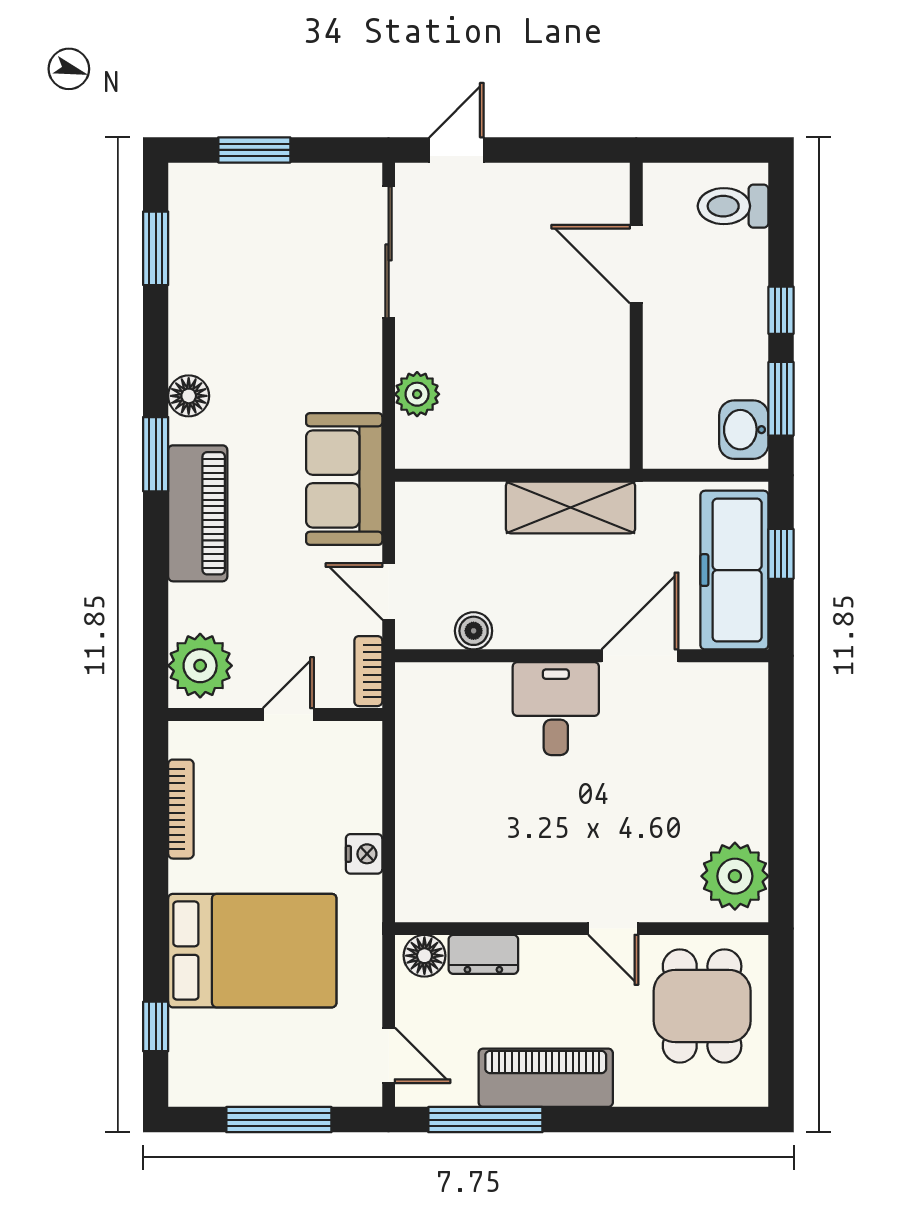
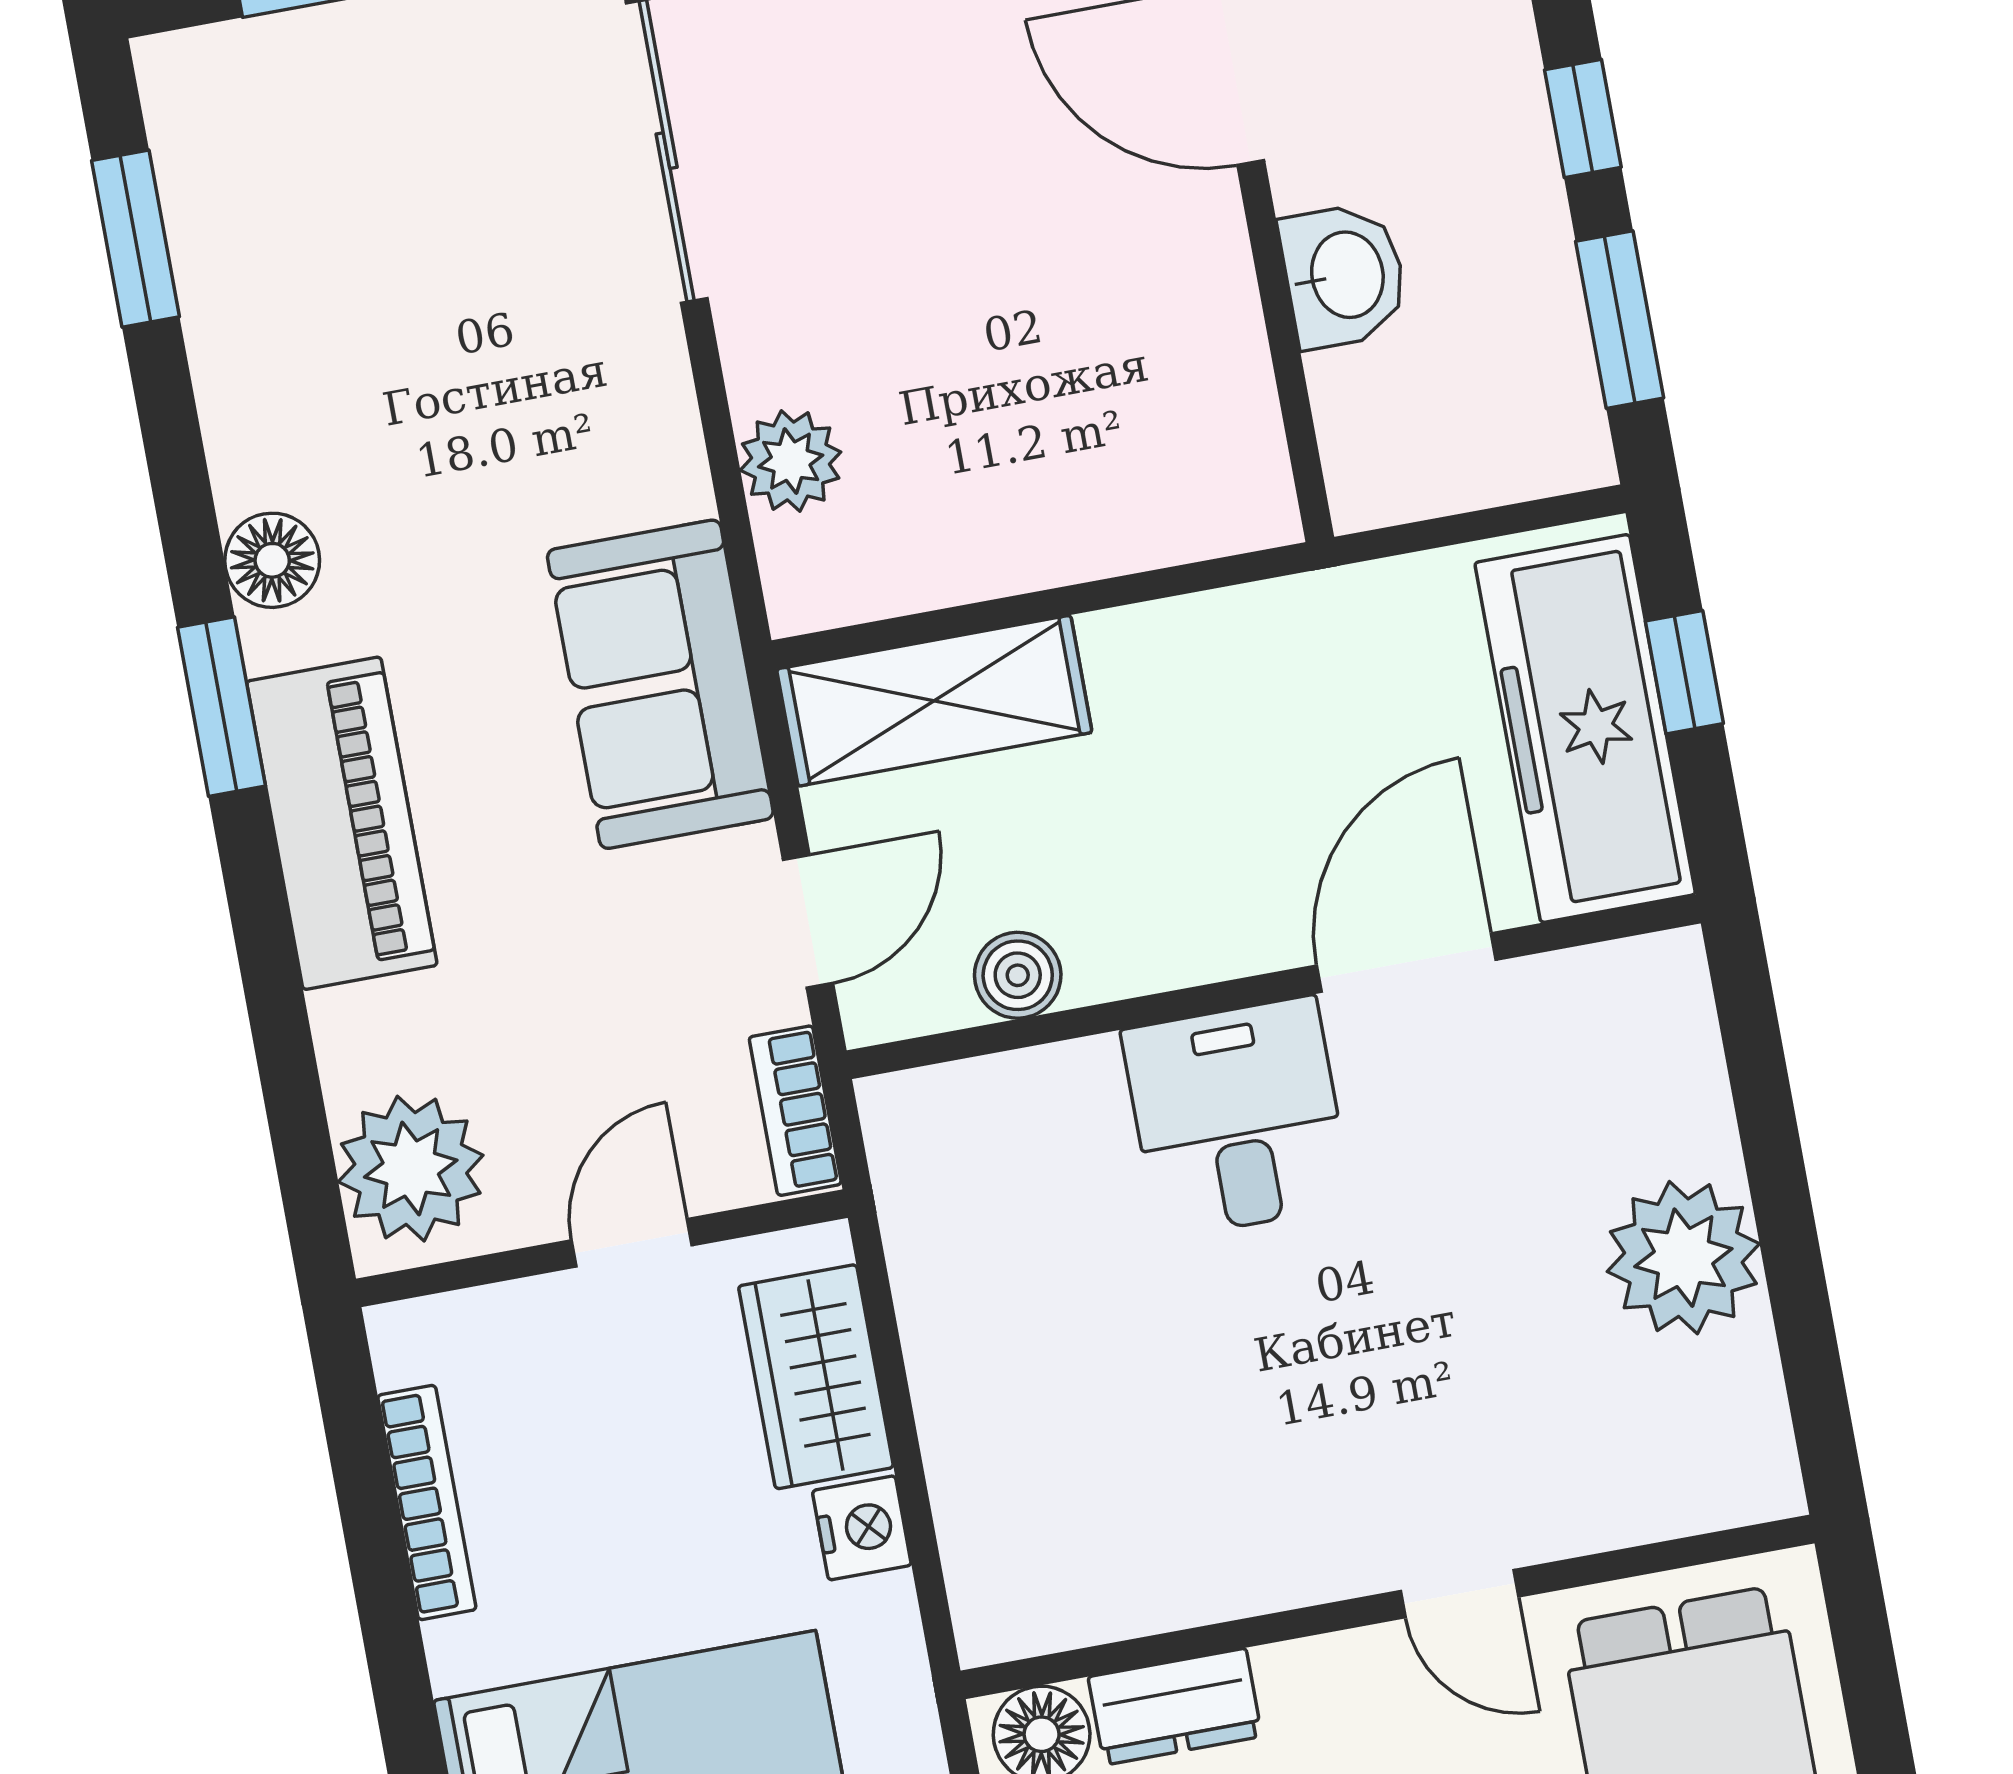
washbasin: (744, 430) -> (1344, 275), moved, turned 180
shelving: (570, 507) -> (934, 701), moved
door: (389, 591) -> (808, 921), swing flipped
wardrobe: (356, 786) -> (816, 1377), added
plant: (735, 876) -> (1683, 1258), moved

